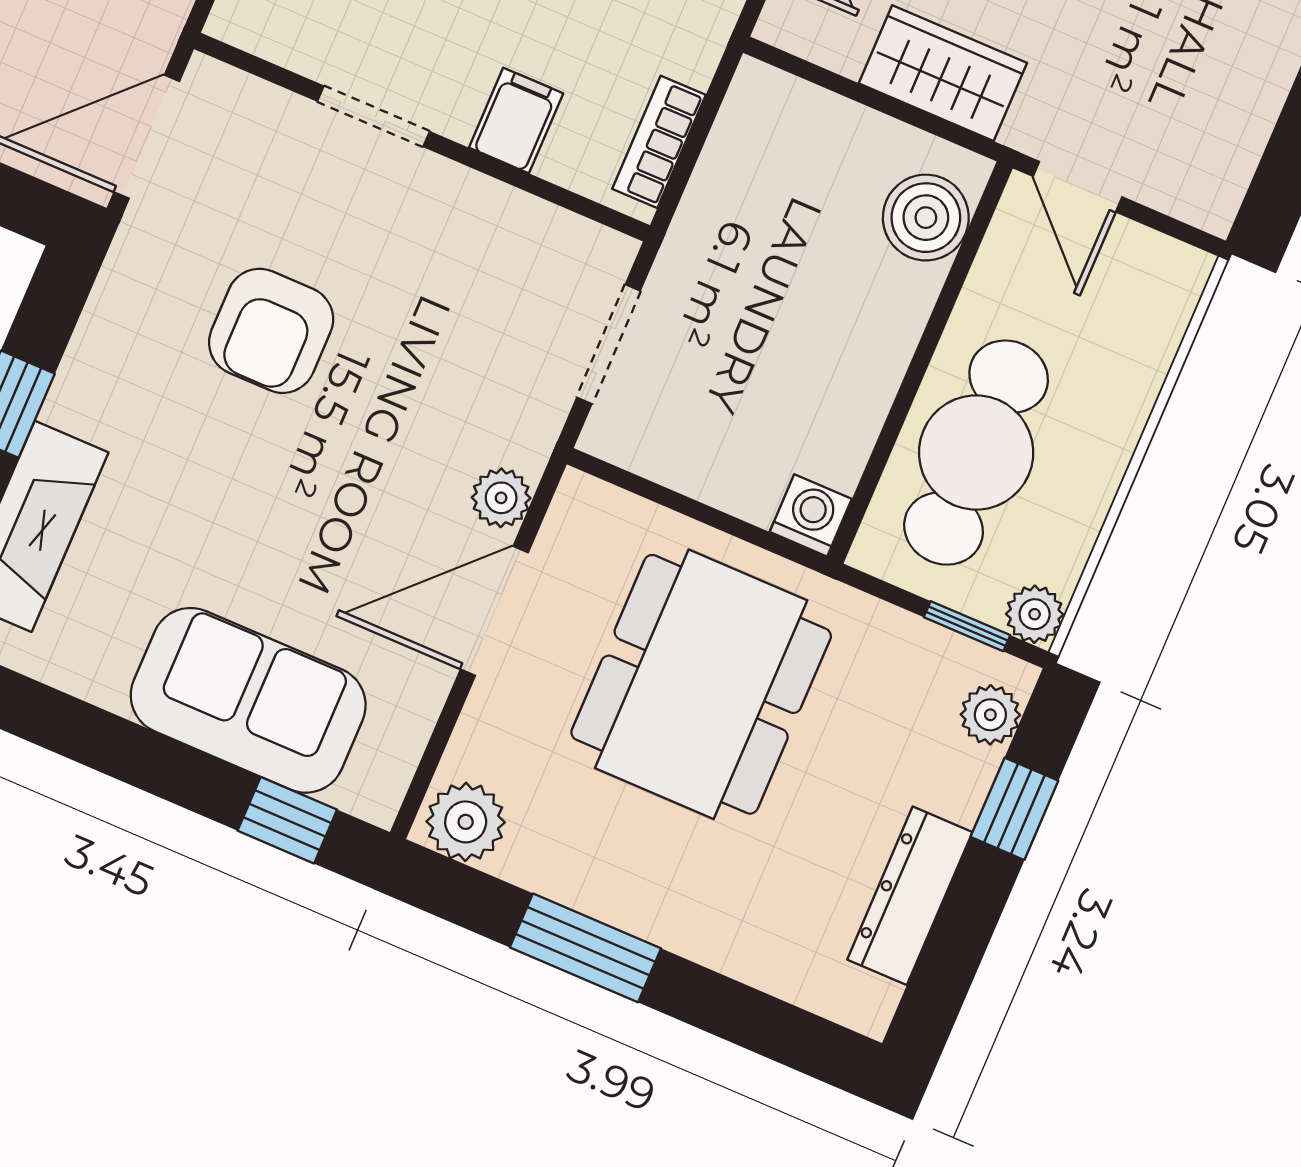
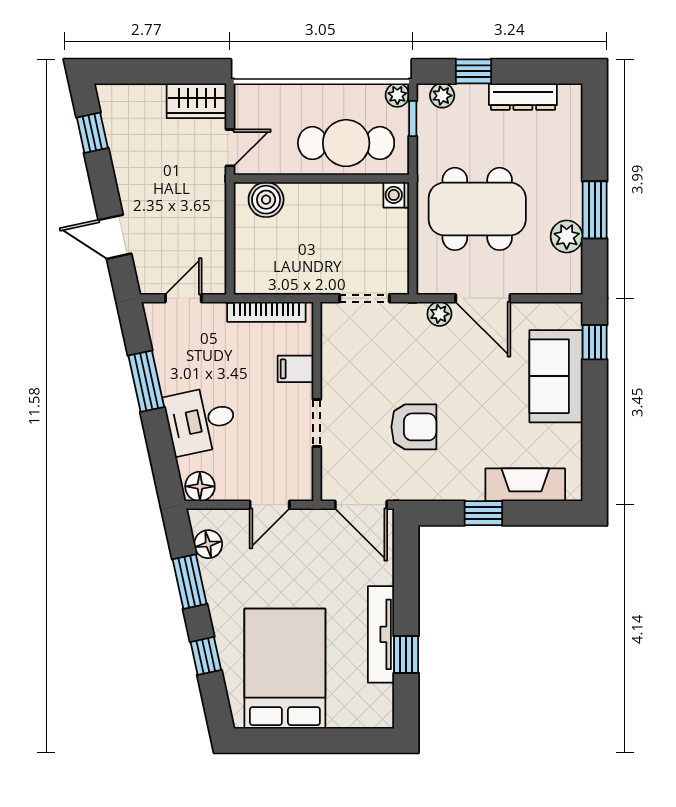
wardrobe: (943, 73) -> (197, 101), moved, turned -90
bookcase: (659, 142) -> (266, 312), width x1.56
plant: (466, 822) -> (567, 236), moved

